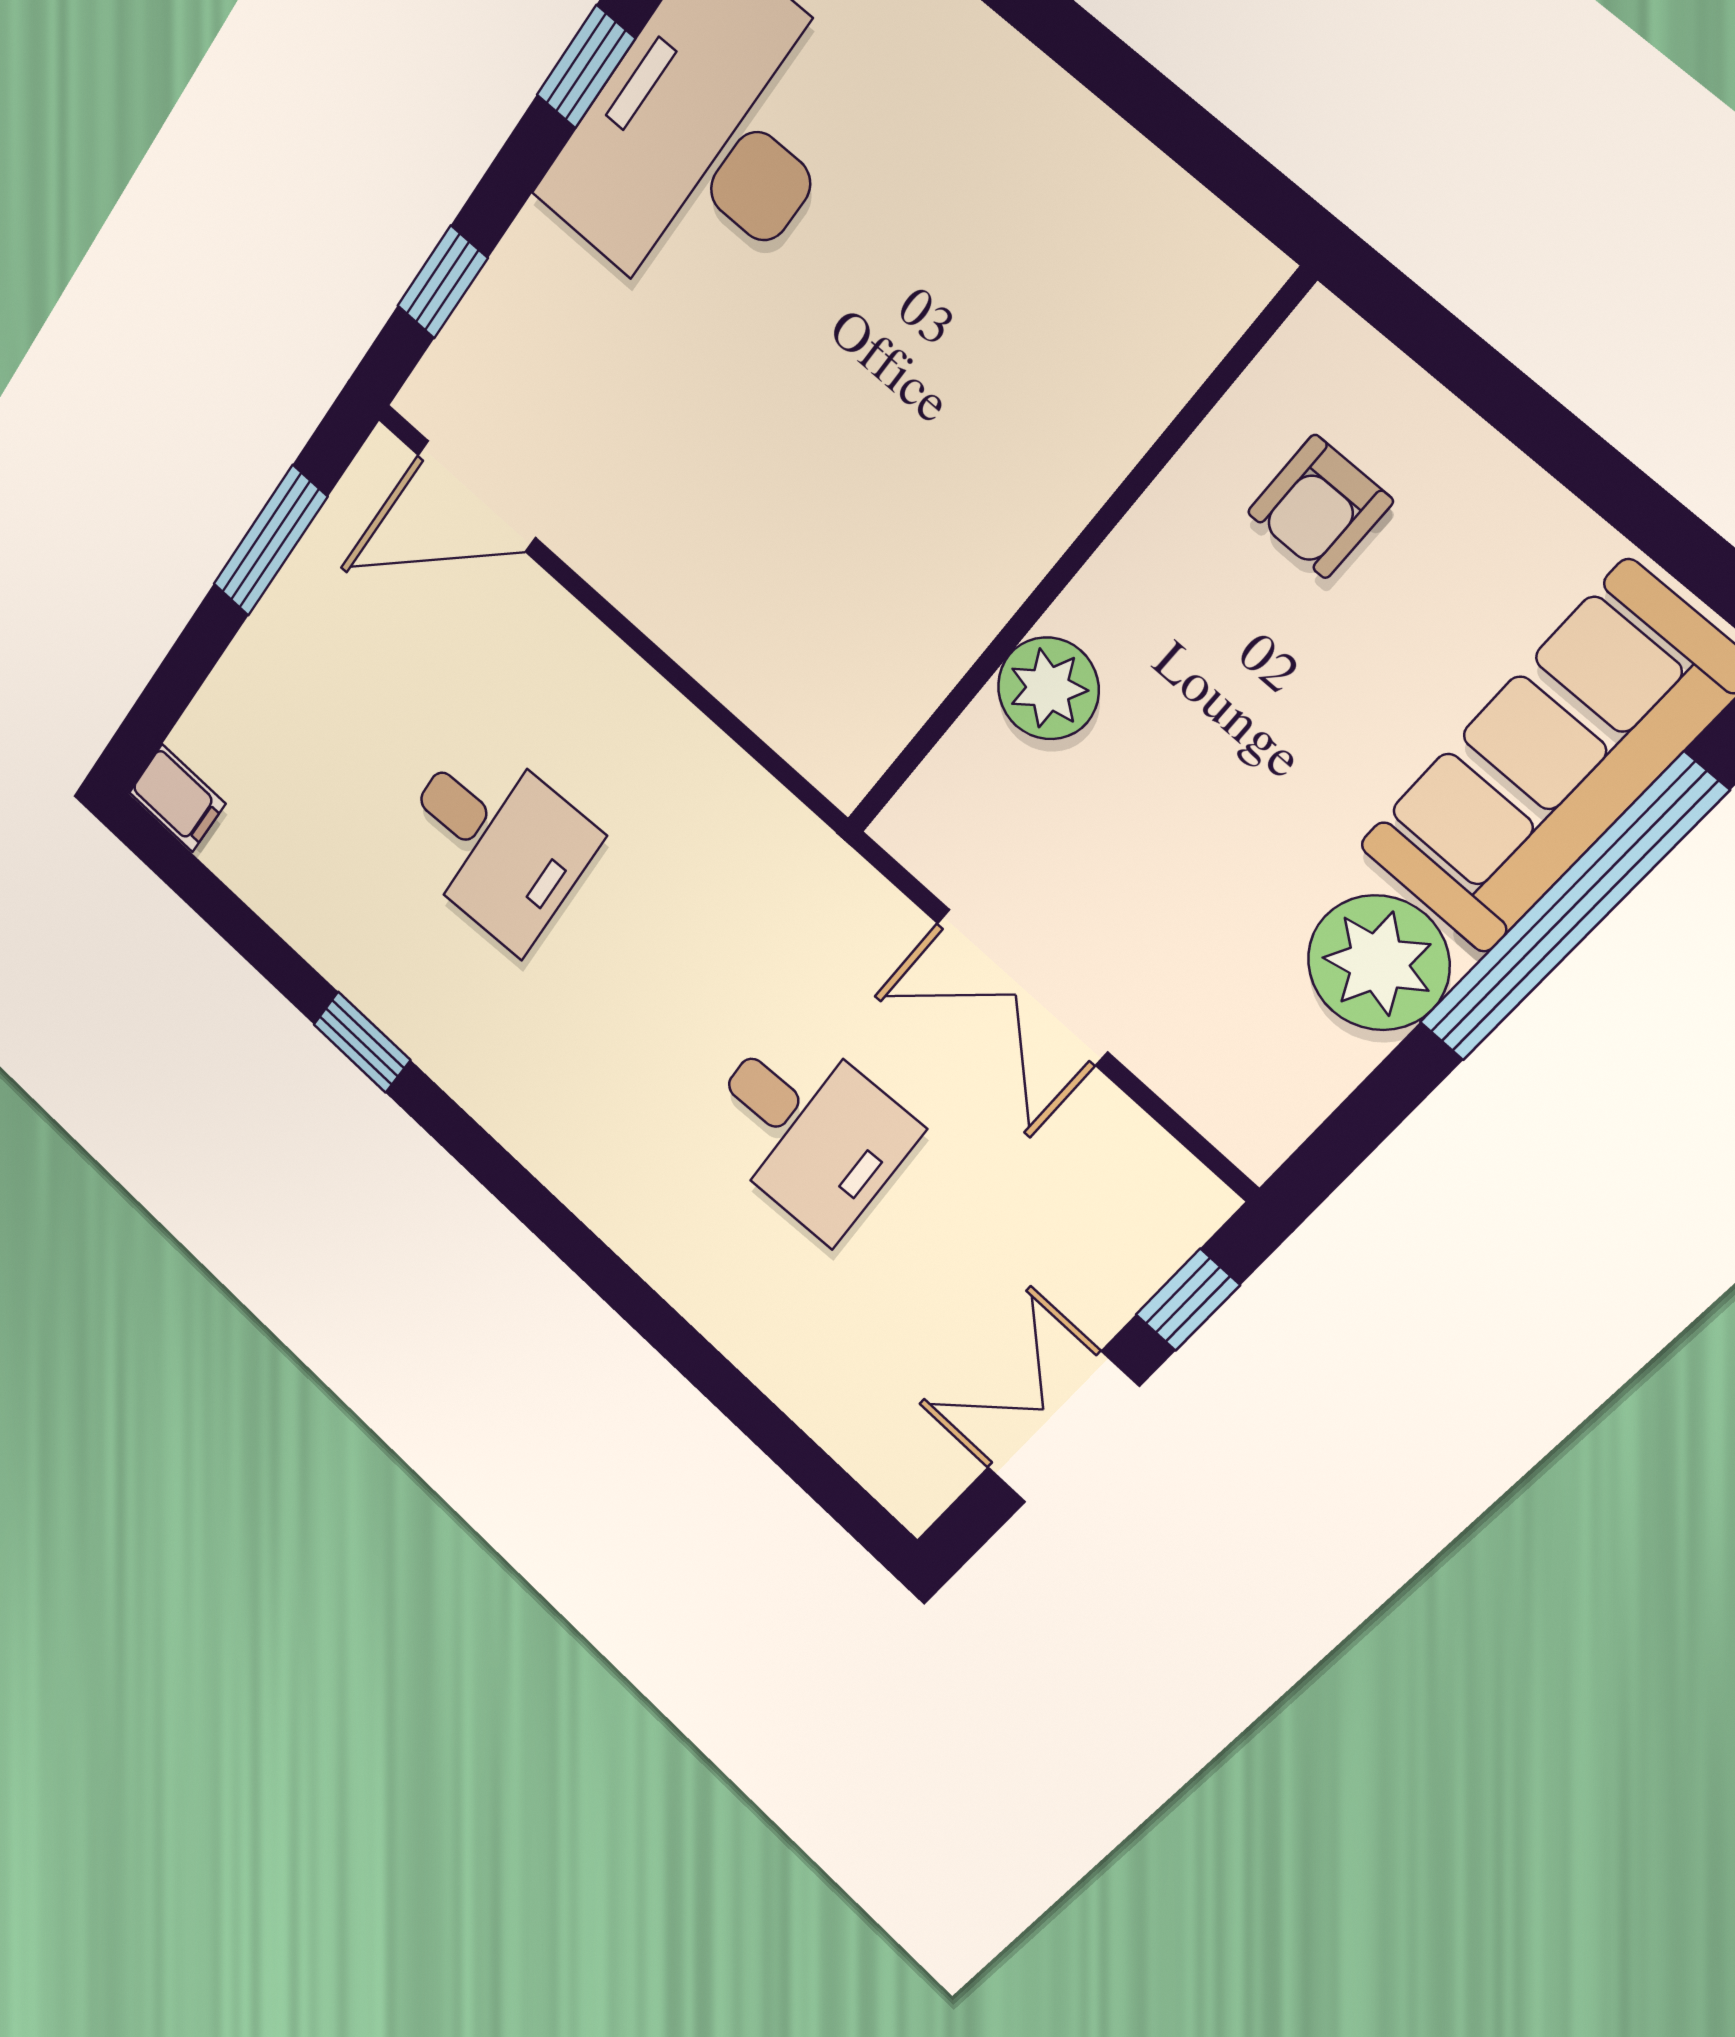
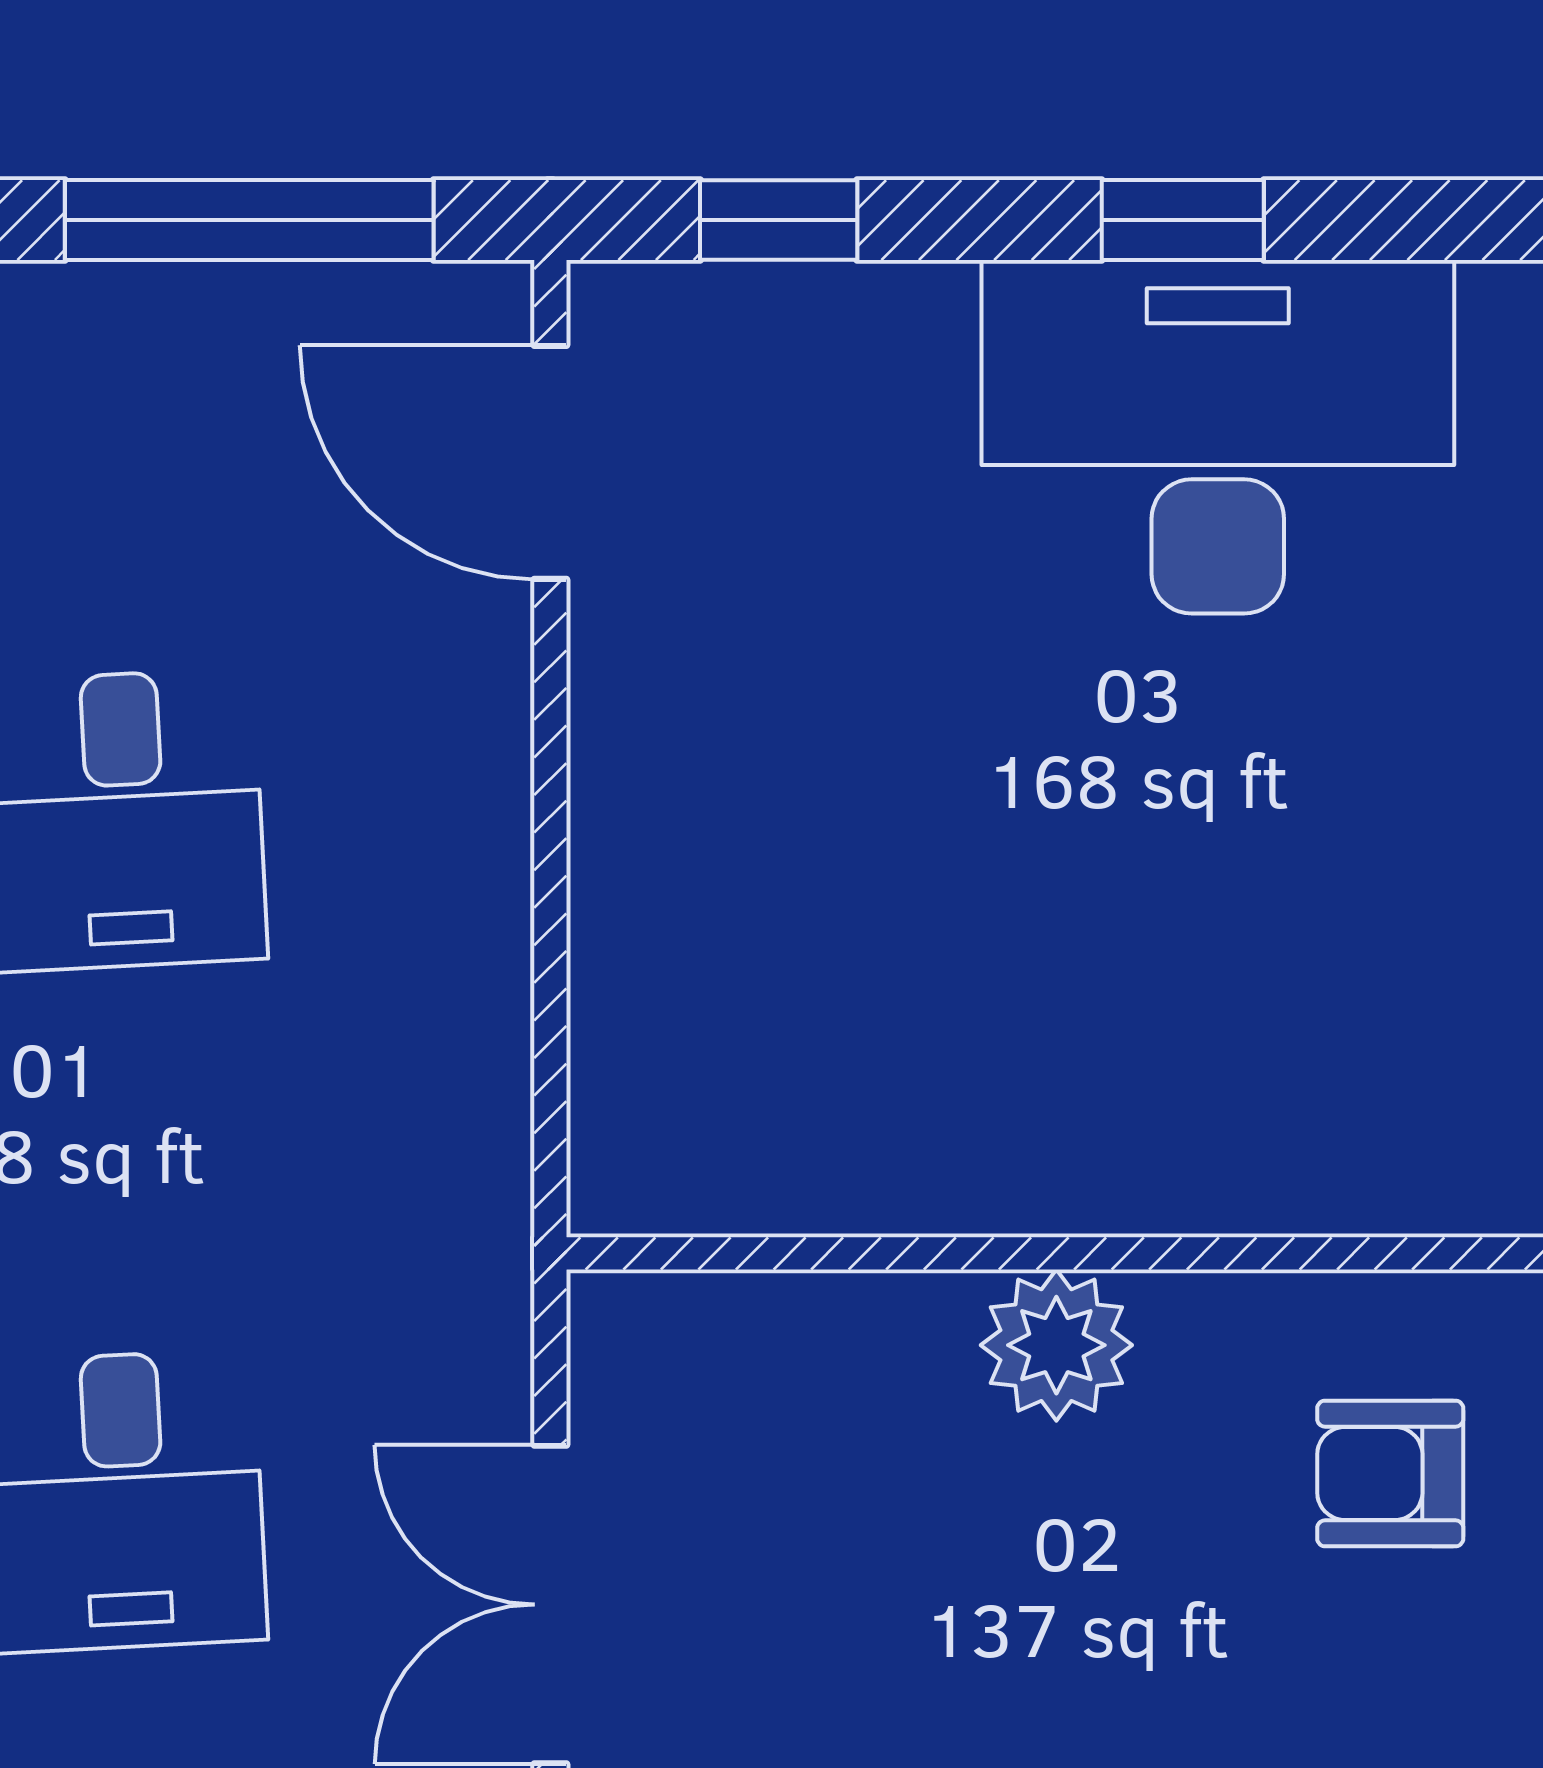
window: (270, 541) -> (249, 220), width x1.44
plant: (1048, 688) -> (1056, 1345), moved

